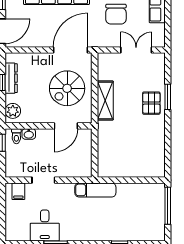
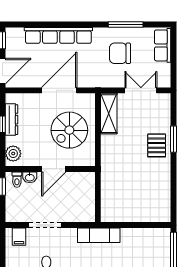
chair: (116, 14) -> (120, 53), turned 90
door: (71, 50) -> (59, 90), moved
shelving: (105, 100) -> (109, 114), moved
door: (66, 126) -> (54, 169), moved
doorway: (43, 180) -> (45, 225), width x1.38

